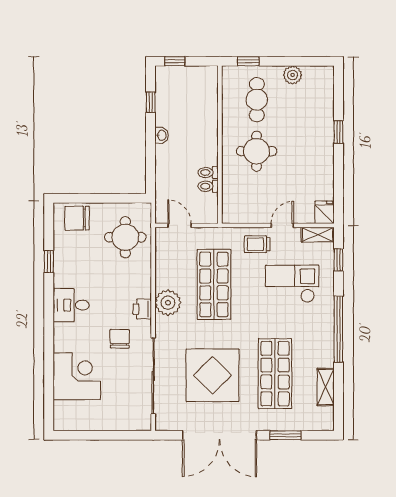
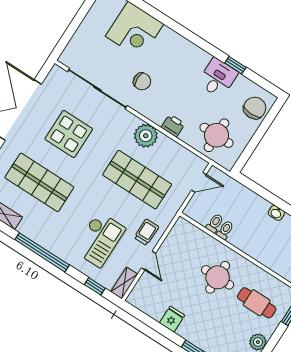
fridge: (325, 212) -> (172, 319), moved, turned -90
desk: (71, 305) -> (218, 78), moved
printer: (142, 309) -> (173, 126), moved
display table: (212, 375) -> (69, 134), width x0.73, depth x0.73

